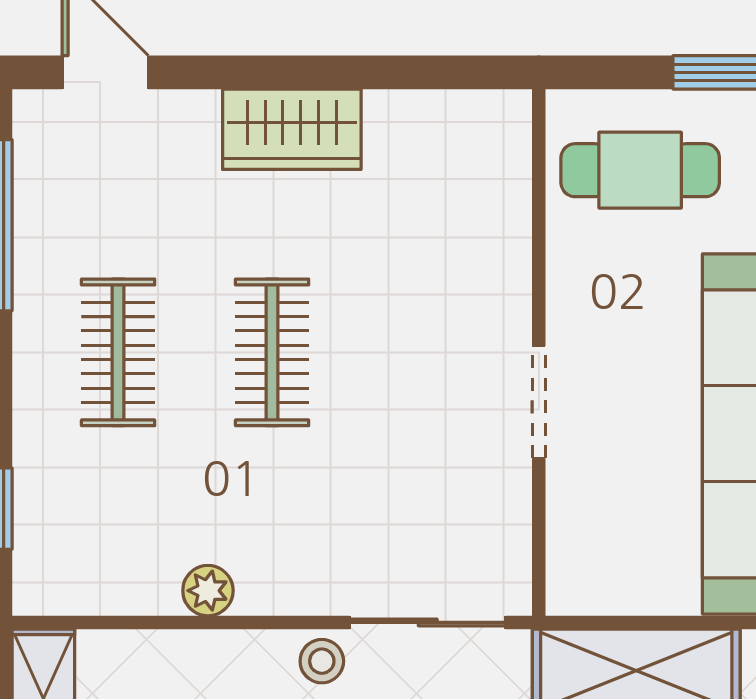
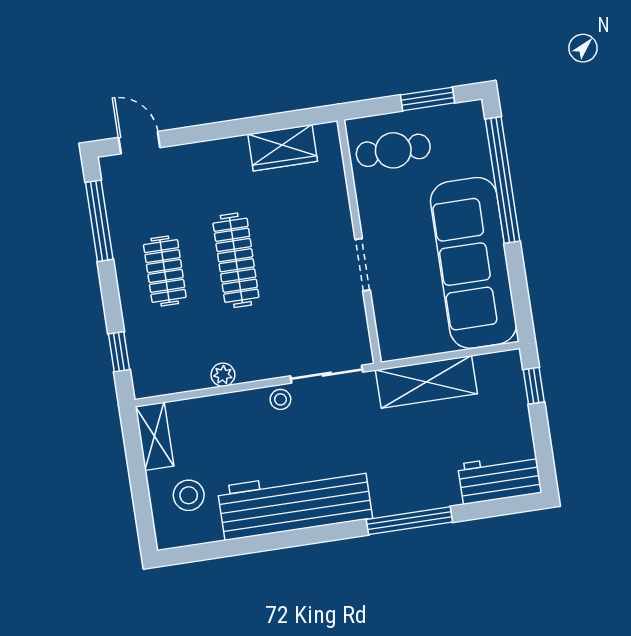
wardrobe: (292, 129) -> (283, 148), moved
clothes rail: (272, 352) -> (236, 260), width x1.36

